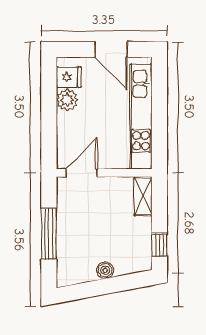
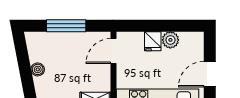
fridge: (69, 77) -> (153, 41), moved
door: (81, 173) -> (114, 51), swing flipped

